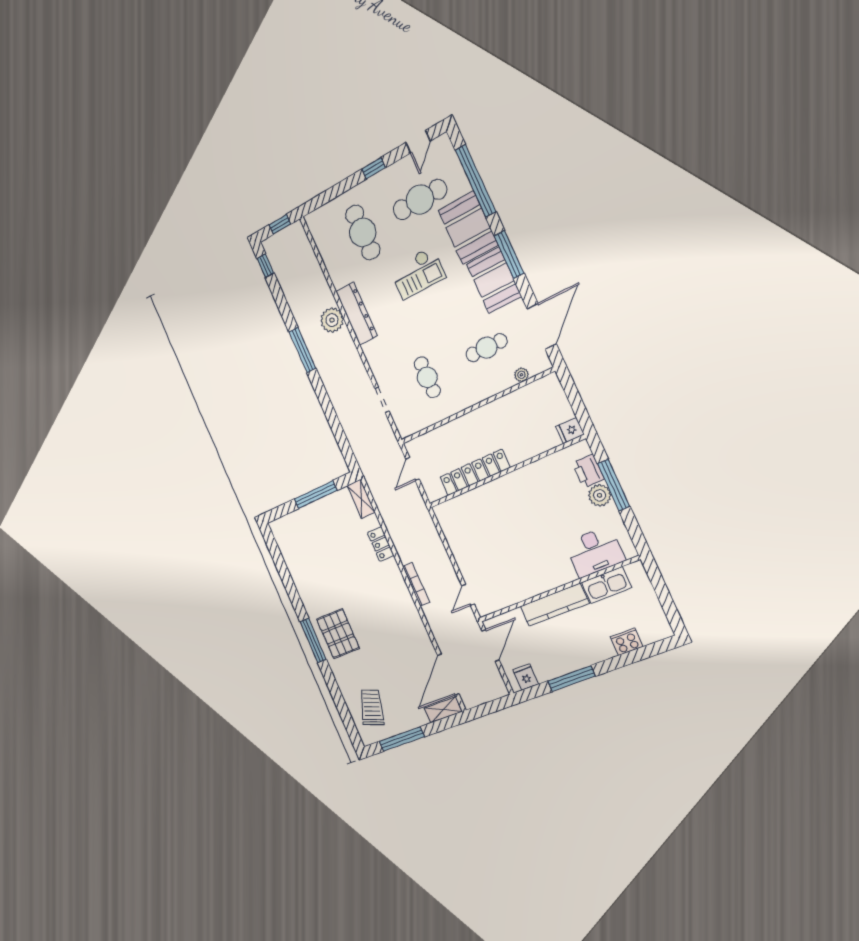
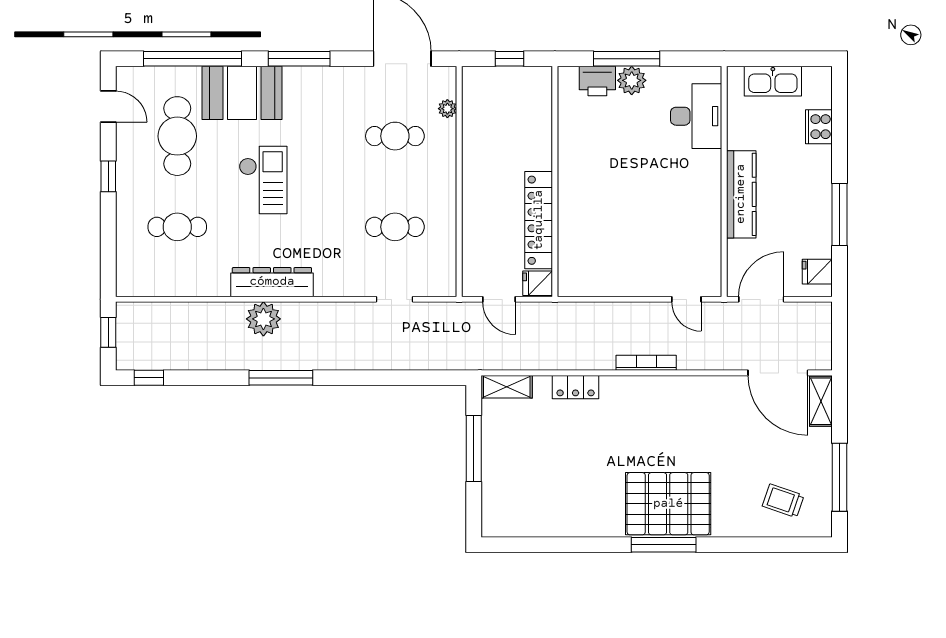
cafe table: (363, 232) -> (177, 227), width x0.73, depth x0.74
booth: (494, 280) -> (320, 90), removed
cafe table: (487, 348) -> (395, 136), turned 90
window: (576, 402) -> (510, 59), added
fridge: (570, 431) -> (538, 283), moved, turned 90
kitchen sink: (607, 585) -> (773, 81), moved, turned 90
pallet: (338, 634) -> (668, 504), width x1.37, depth x1.41
door: (490, 645) -> (761, 299), hinge flipped
trolley: (372, 707) -> (783, 501), width x0.73, depth x0.72

